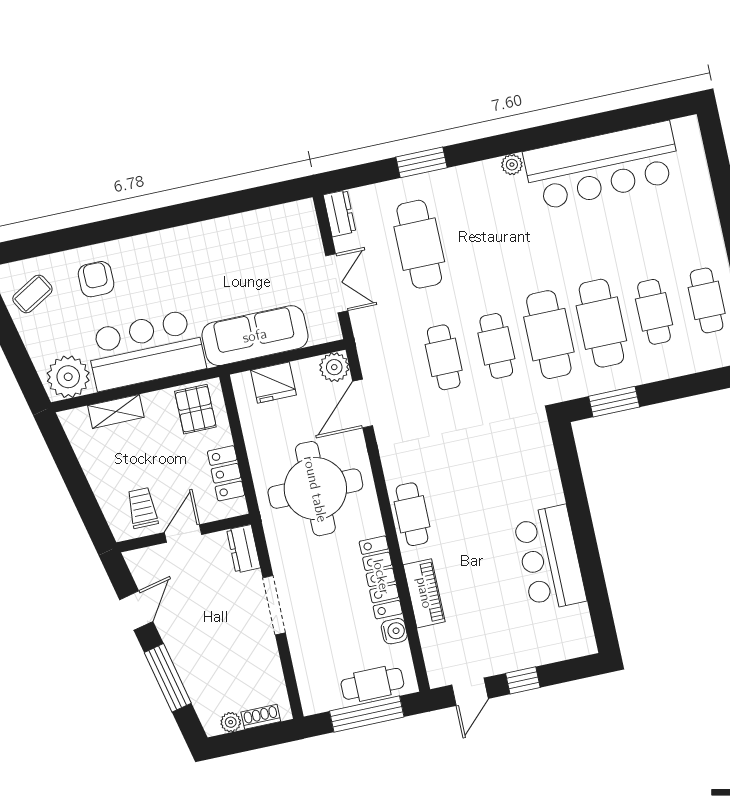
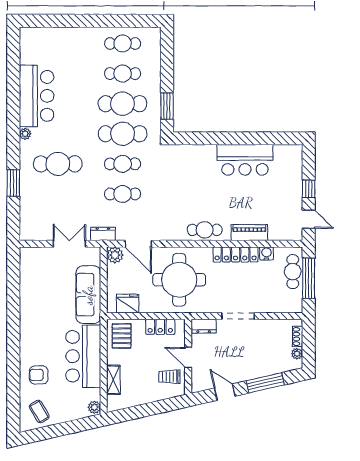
bar counter: (602, 166) -> (37, 96), width x0.73
dresser: (340, 213) -> (103, 234), moved
cafe table: (419, 244) -> (58, 164), moved
plant: (68, 377) -> (94, 407), width x0.53, depth x0.53
fridge: (273, 383) -> (128, 304), moved, turned -90
pallet: (195, 409) -> (122, 336), turned 90

